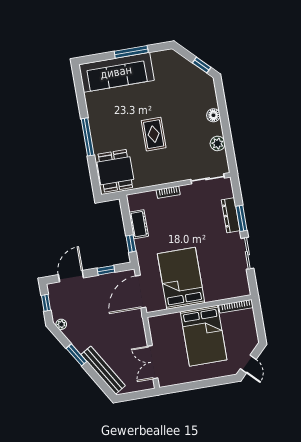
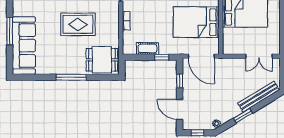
rug: (154, 134) -> (78, 24), width x1.36, depth x1.43

